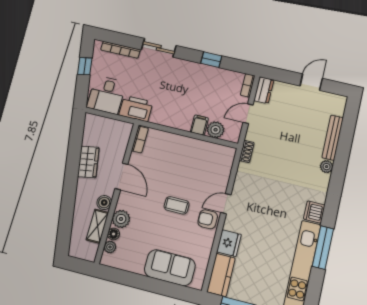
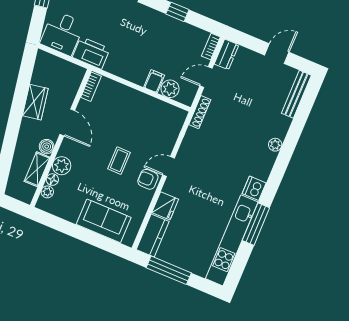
bench: (333, 138) -> (296, 94), moved
shoe rack: (247, 151) -> (200, 112), width x1.43
coffee table: (177, 205) -> (119, 161), turned 90

